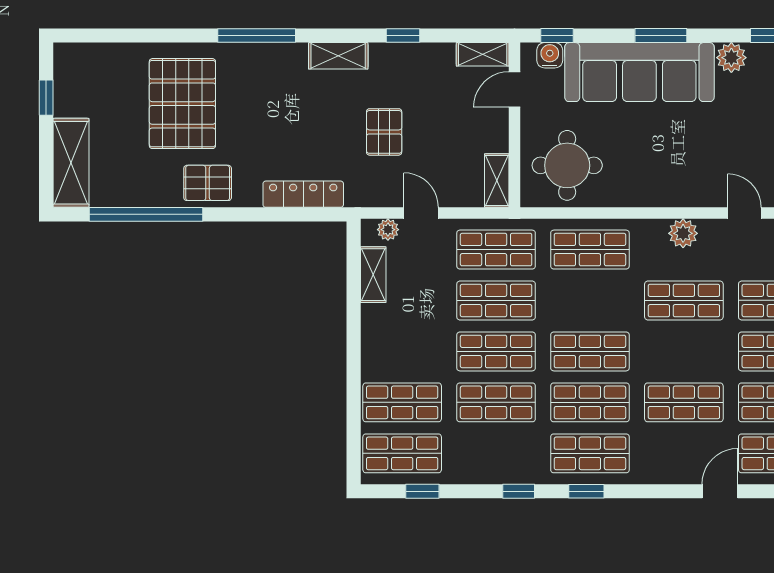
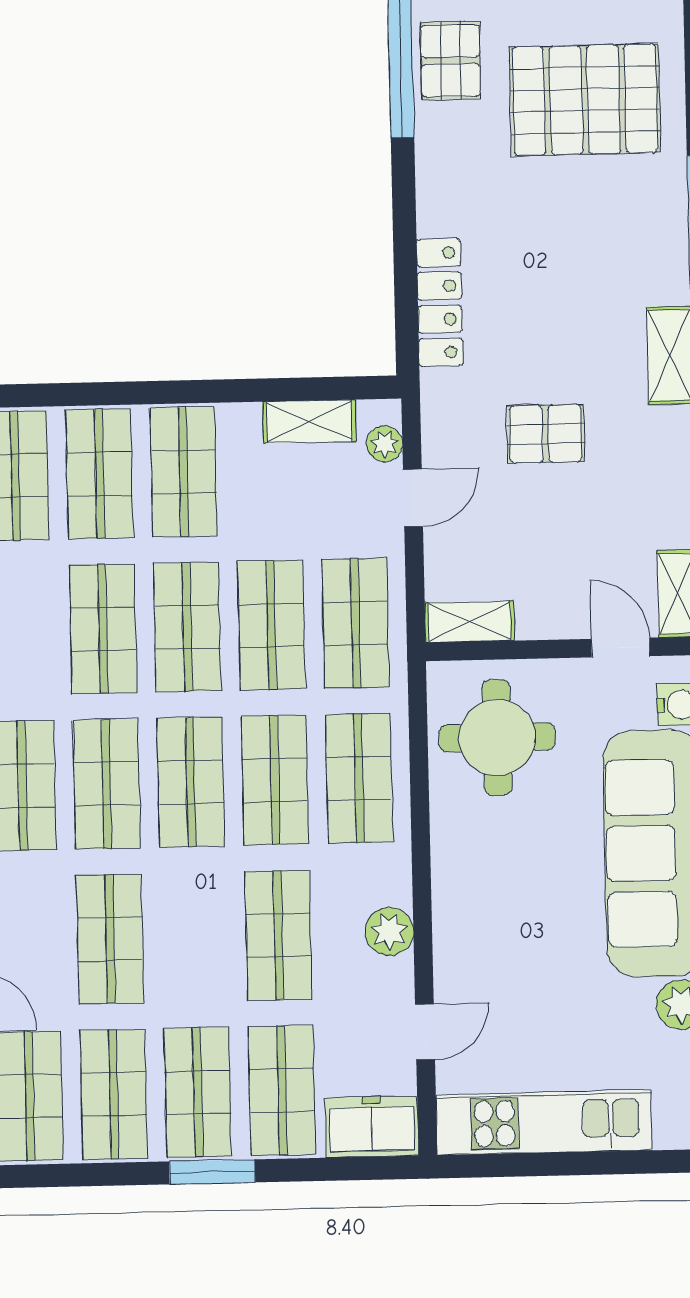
pallet: (208, 183) -> (451, 61), moved
shop shelf: (590, 300) -> (275, 780), added
shop shelf: (402, 351) -> (184, 472), added

